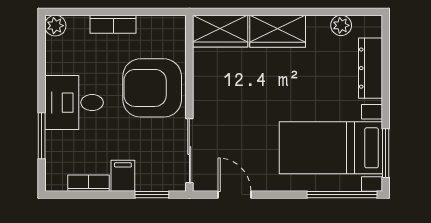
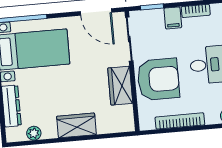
bookcase: (113, 24) -> (180, 121), width x1.56
wardrobe: (220, 31) -> (120, 86), moved, turned -90
door: (234, 195) -> (96, 12), width x1.38

